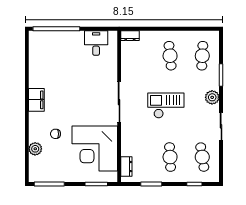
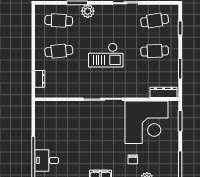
dresser: (130, 36) -> (40, 79), moved
desk: (96, 43) -> (47, 160), moved
plant: (212, 97) -> (88, 11), moved
checkout: (166, 105) -> (106, 55), turned -90
dresser: (126, 167) -> (164, 92), width x1.44

